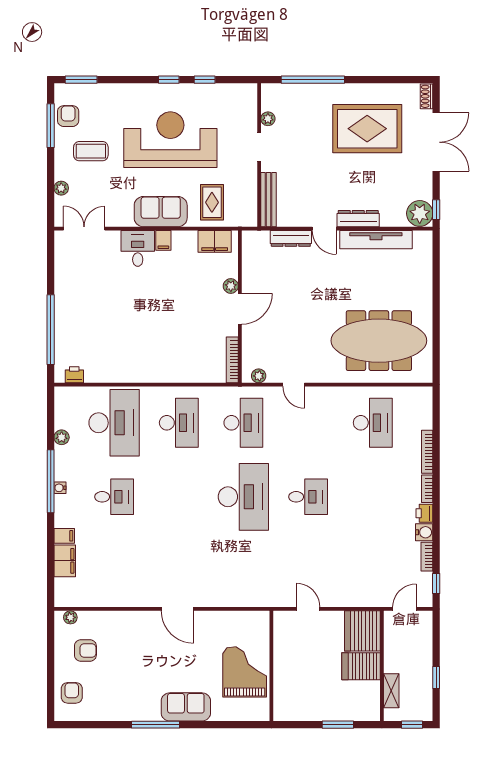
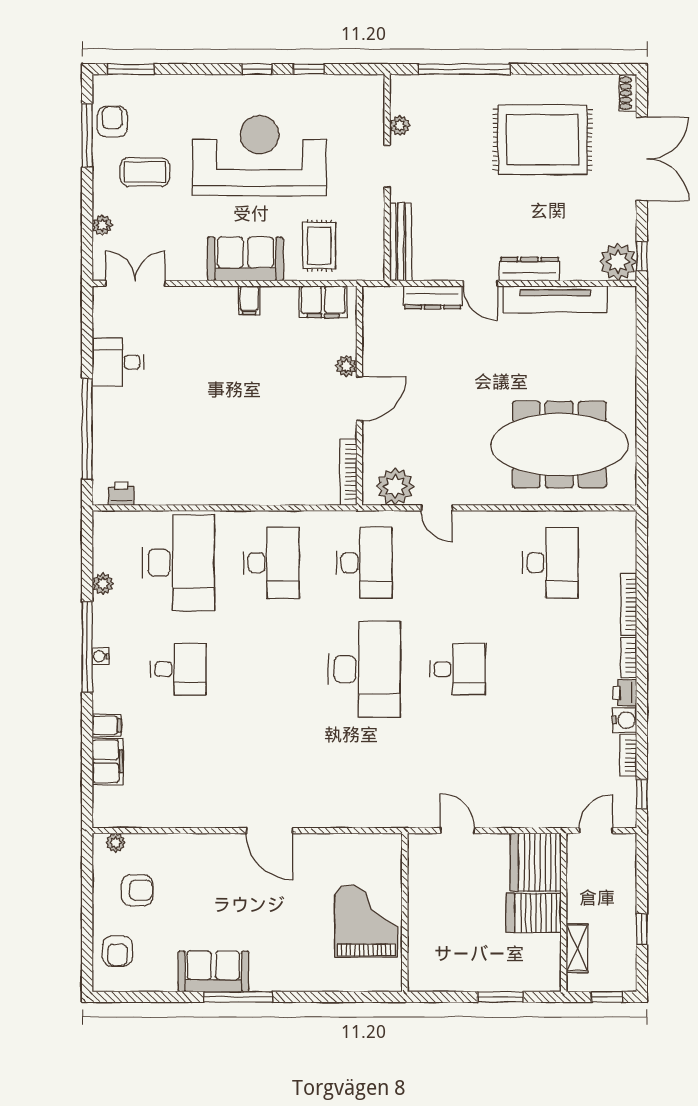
desk: (138, 248) -> (118, 362), moved, turned -90
plant: (259, 376) -> (395, 486), width x1.88, depth x1.88
armchair: (72, 693) -> (118, 951), turned 180
sofa: (186, 707) -> (213, 971), moved

